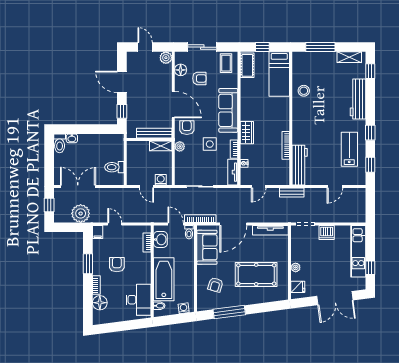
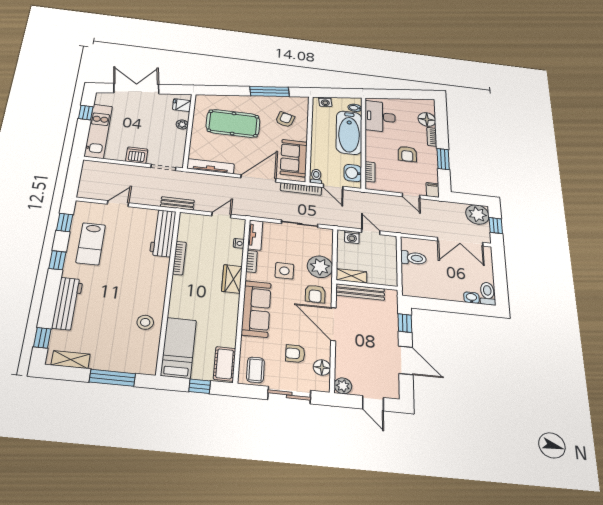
plant: (180, 146) -> (320, 267), width x1.87, depth x1.87
plant: (81, 213) -> (477, 214), moved

